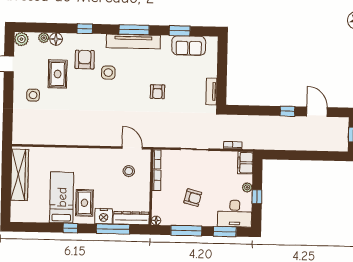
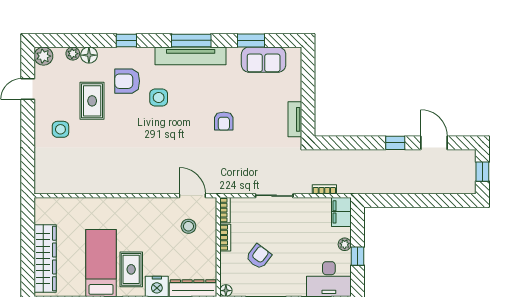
armchair: (85, 60) -> (127, 81), turned -90
wardrobe: (20, 175) -> (45, 258), moved
armchair: (193, 198) -> (259, 257), moved, turned -67

